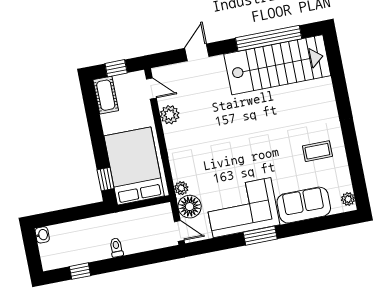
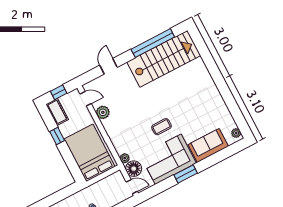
coffee table: (317, 151) -> (162, 127), moved
window: (106, 179) -> (57, 136), moved

